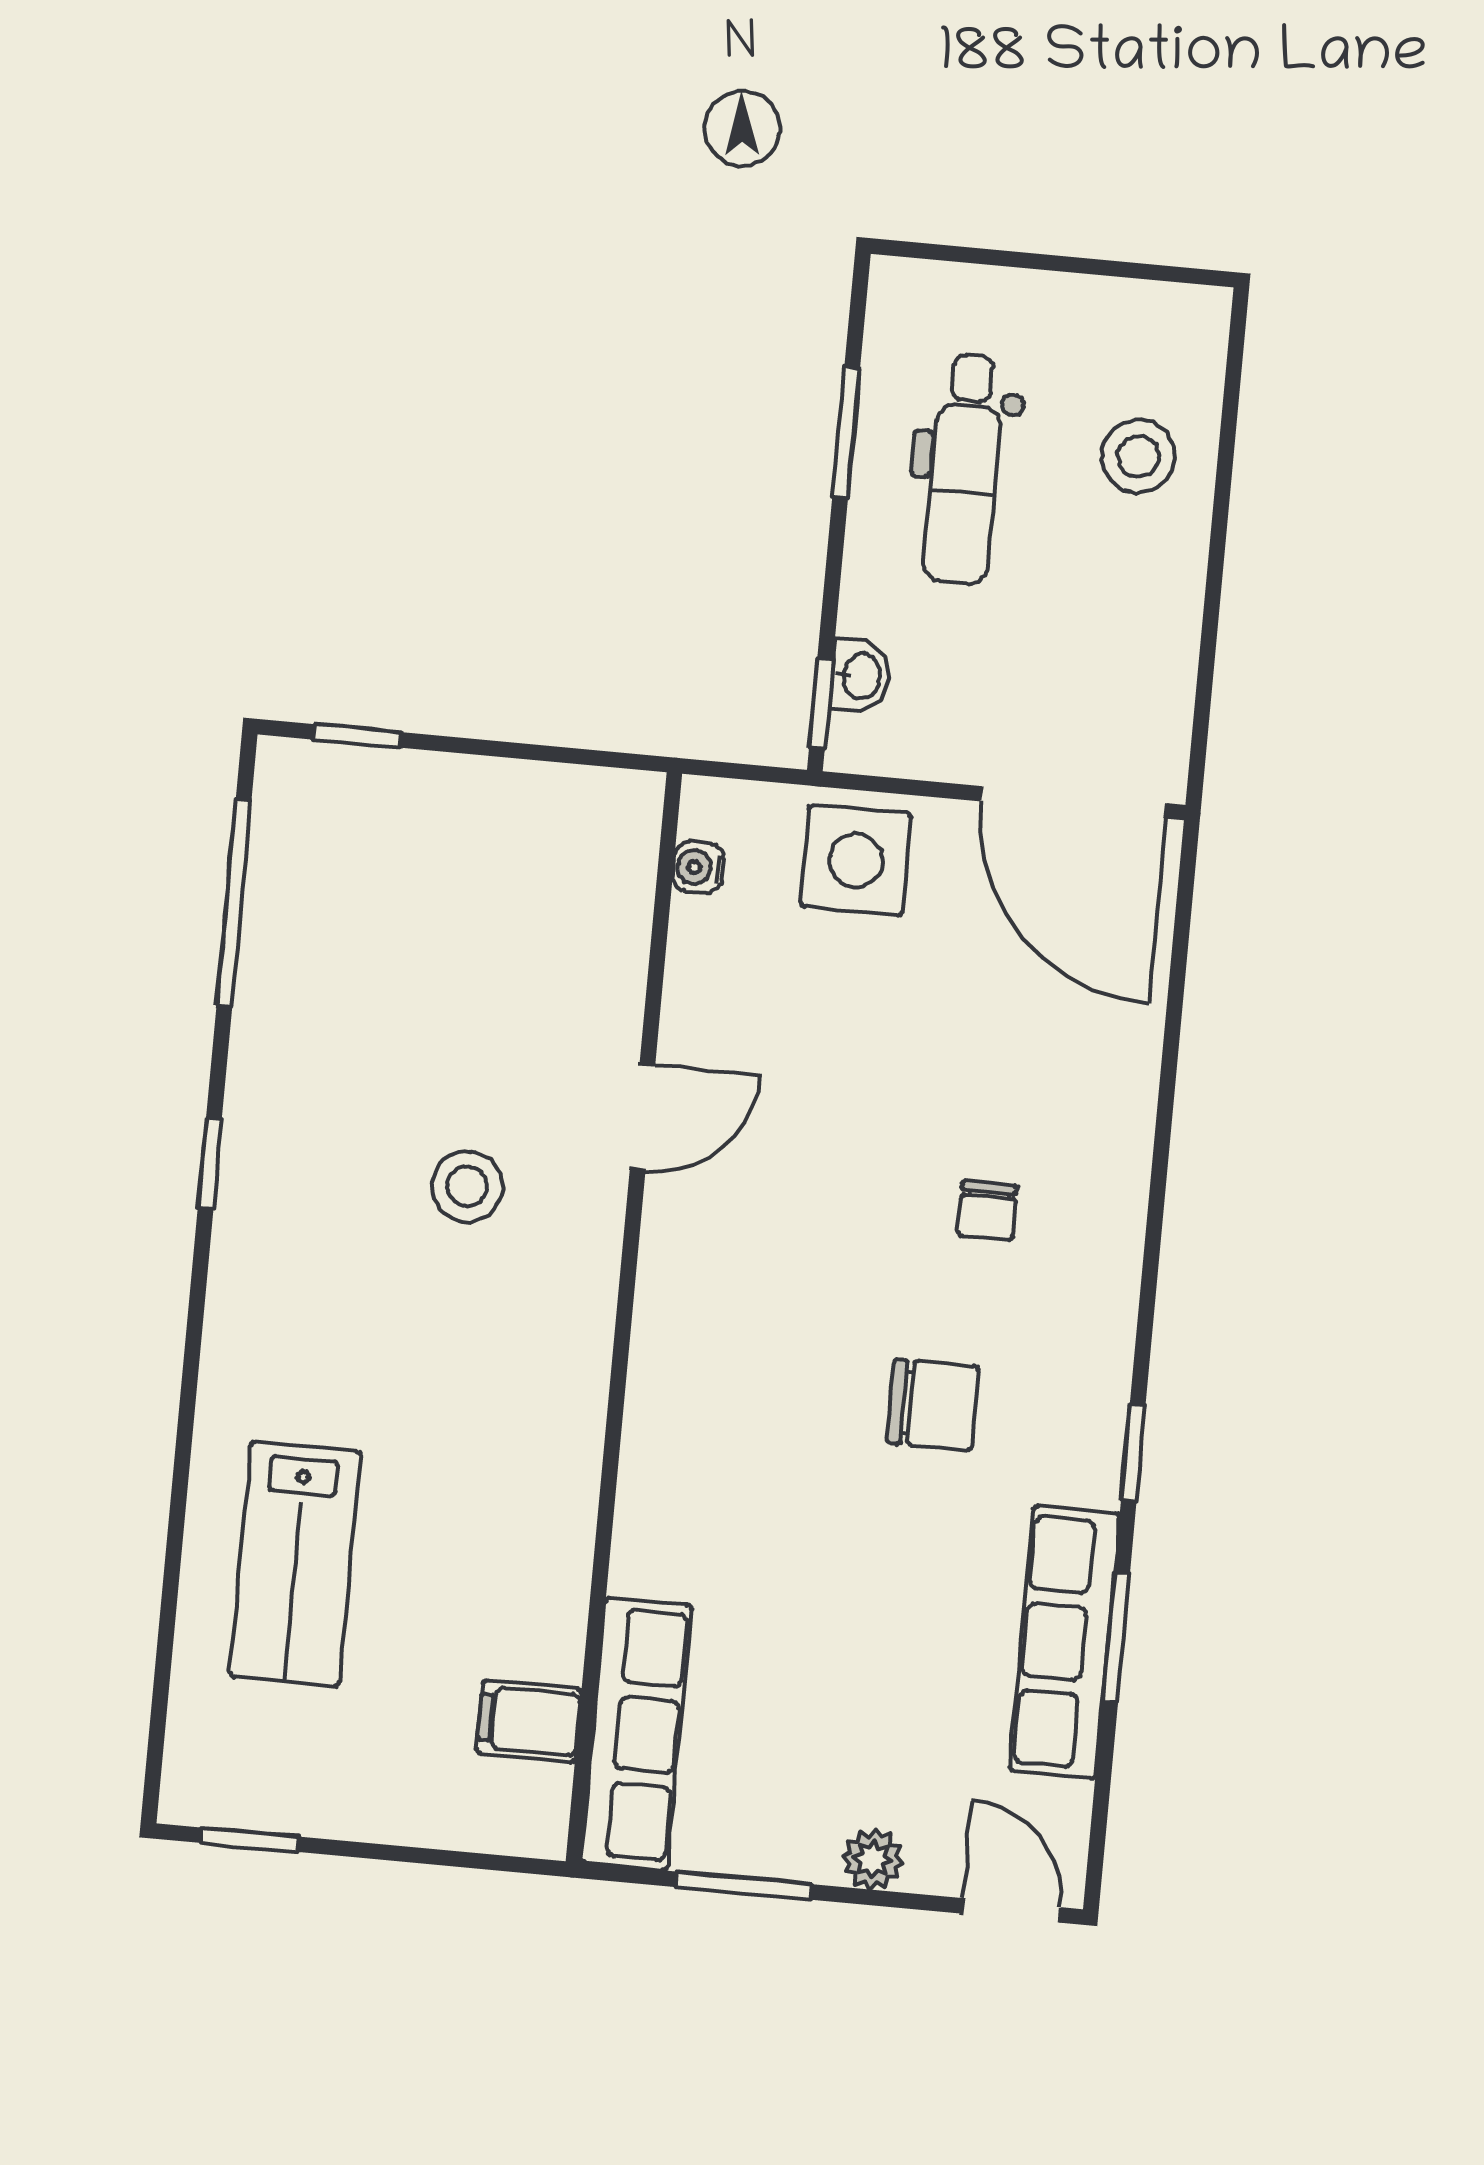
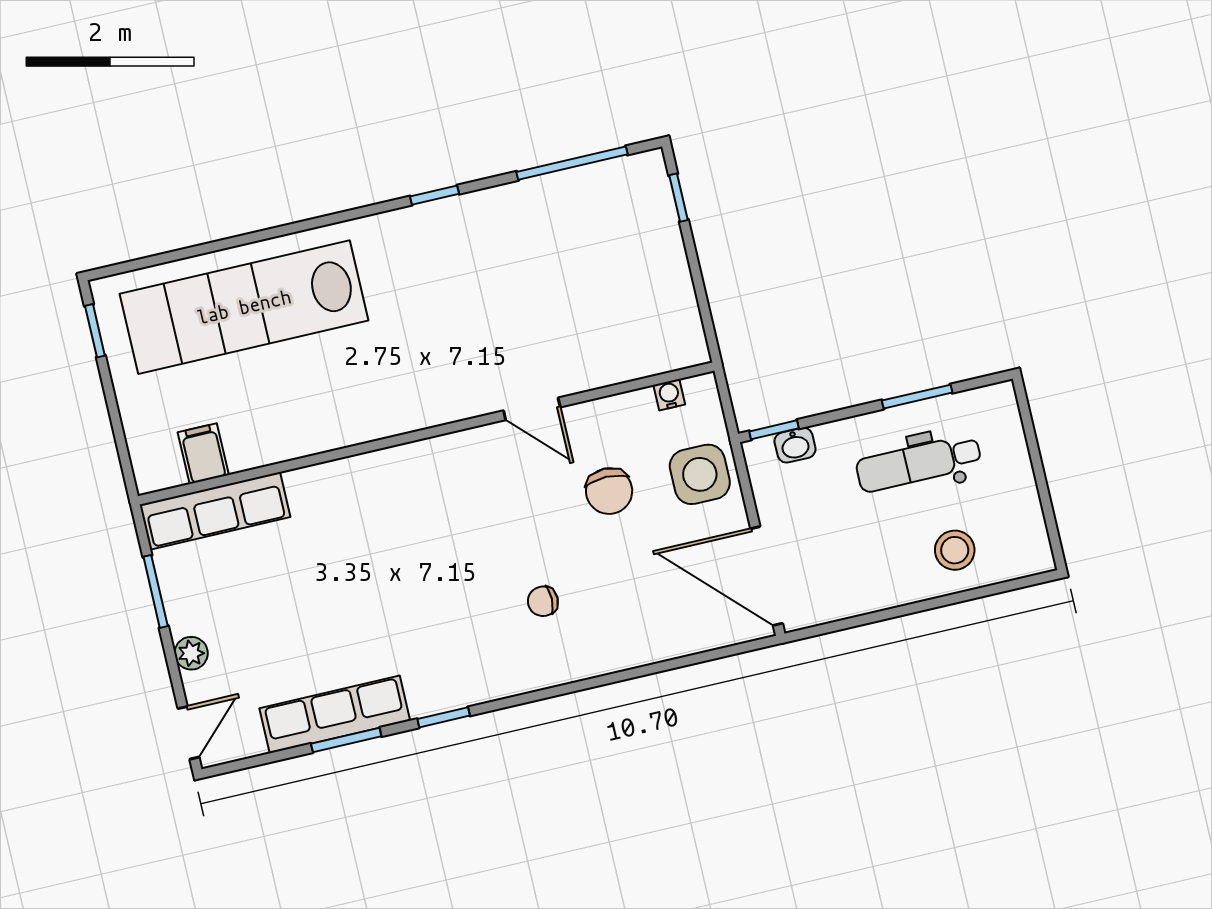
door: (1074, 802) -> (767, 576), hinge flipped
stool: (467, 1186) -> (467, 331), removed
chair: (933, 1405) -> (609, 491), moved
lab bench: (295, 1564) -> (244, 307), width x1.86, depth x1.39

